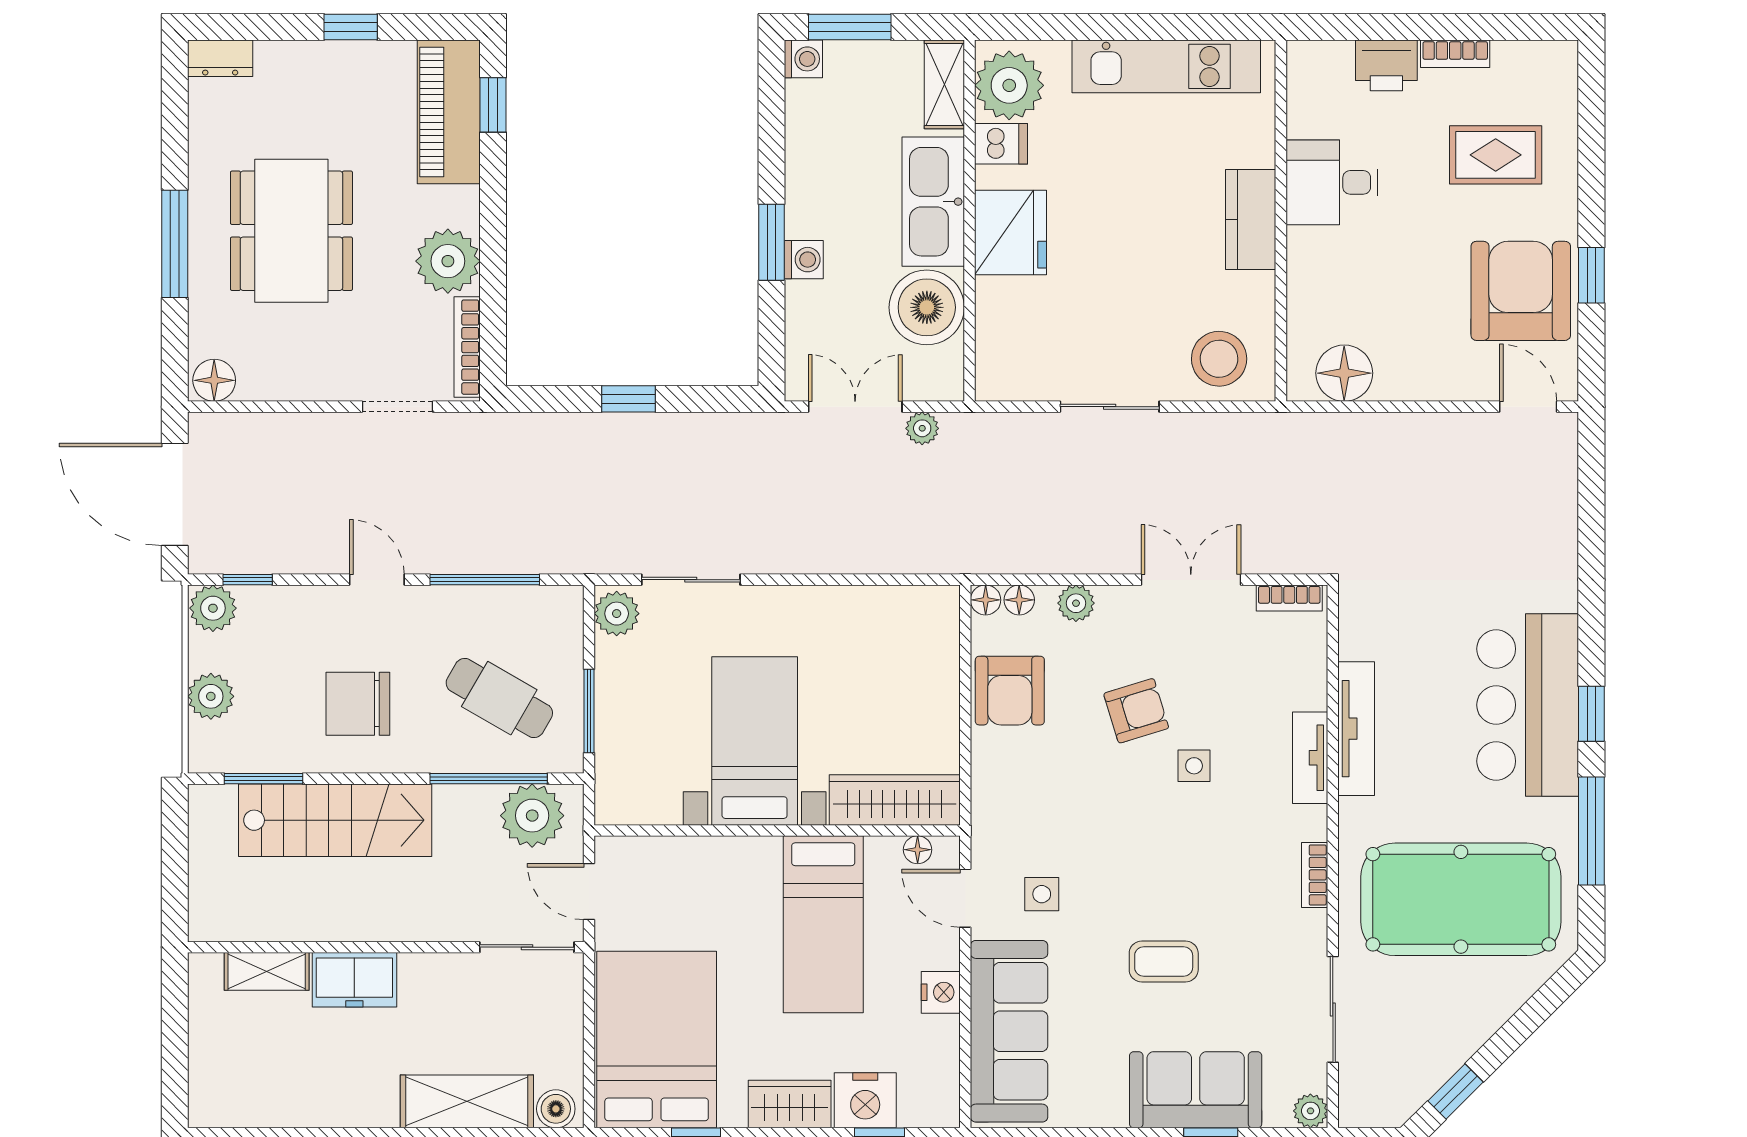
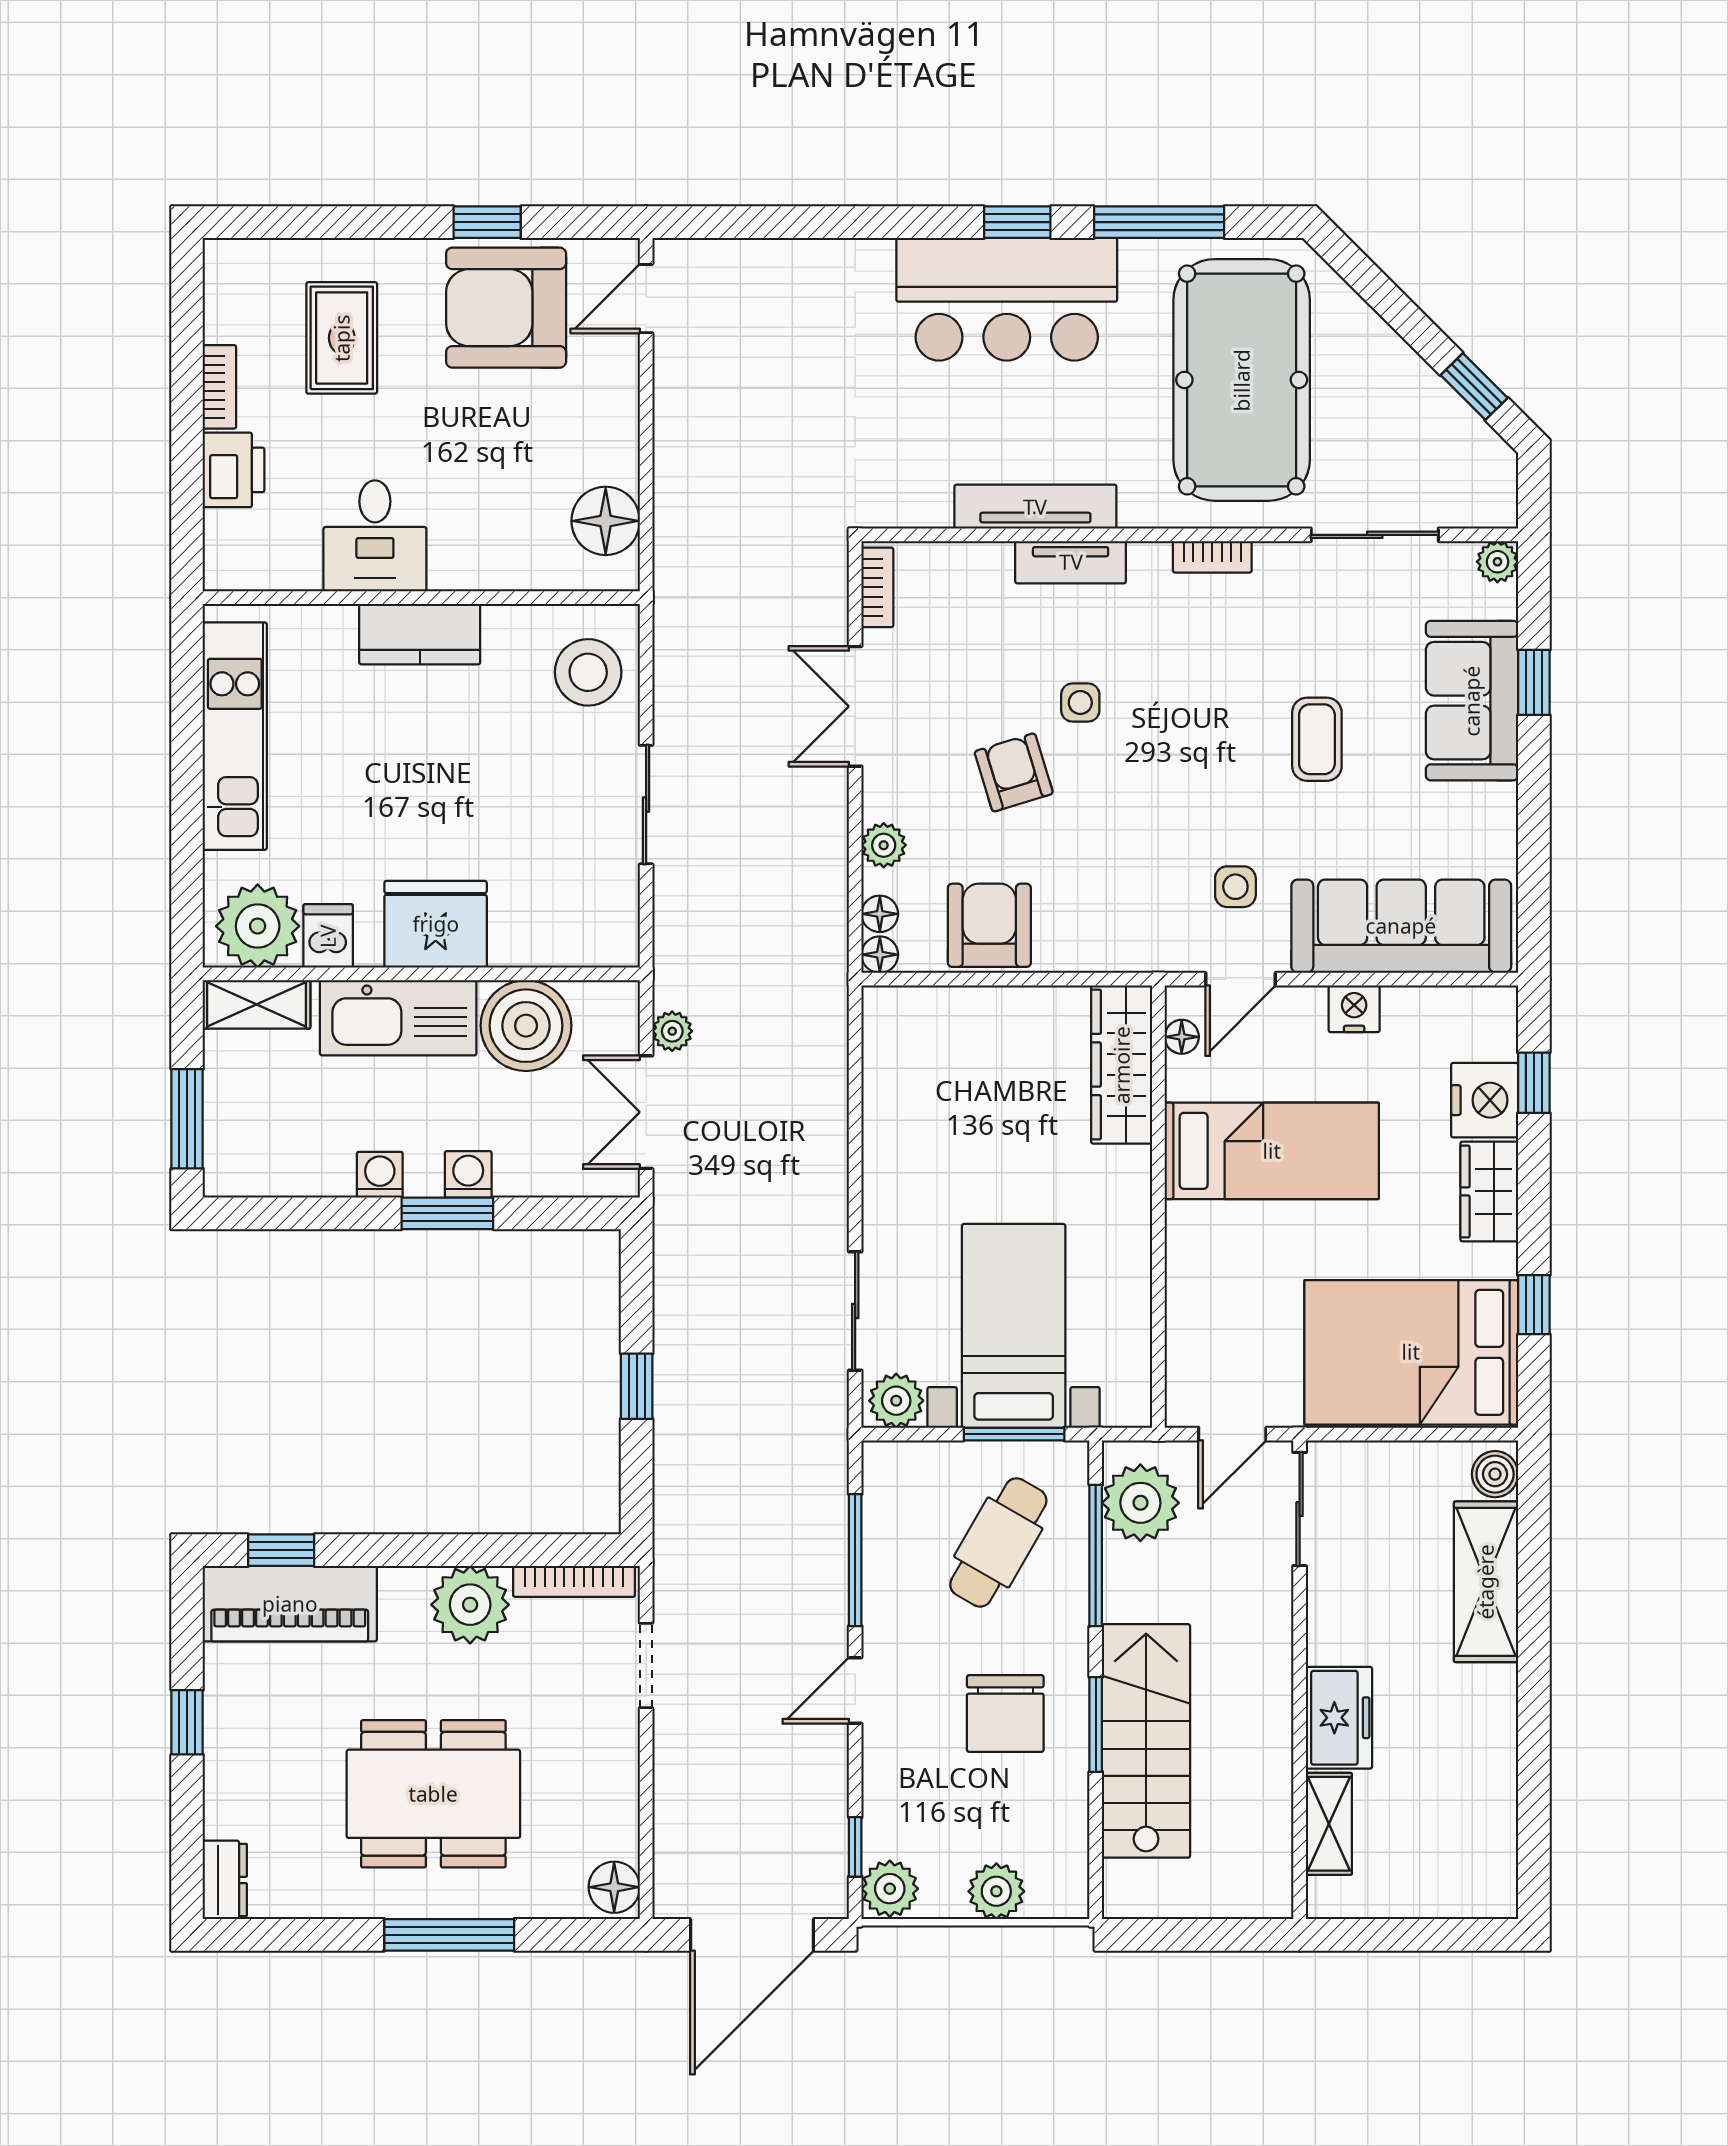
washing machine: (803, 59) -> (380, 1175), moved
armchair: (1010, 691) -> (989, 925), turned -90
bed with nightstands: (755, 741) -> (1014, 1326), moved, turned 90
window: (264, 779) -> (1096, 1725), moved

